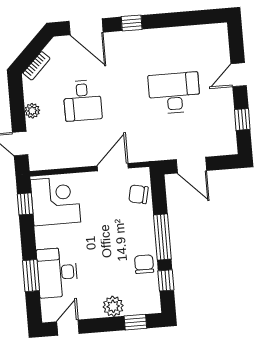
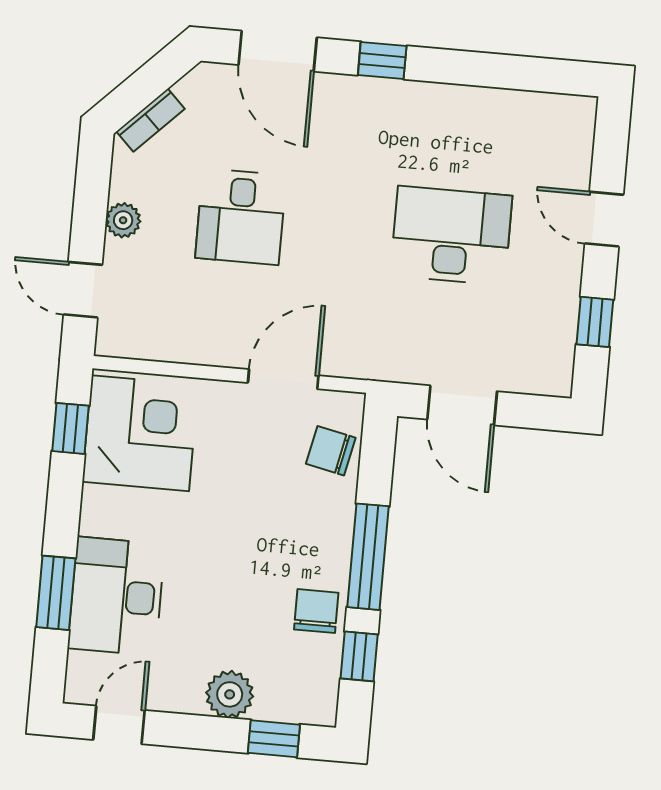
door: (239, 75) -> (604, 219), hinge flipped

